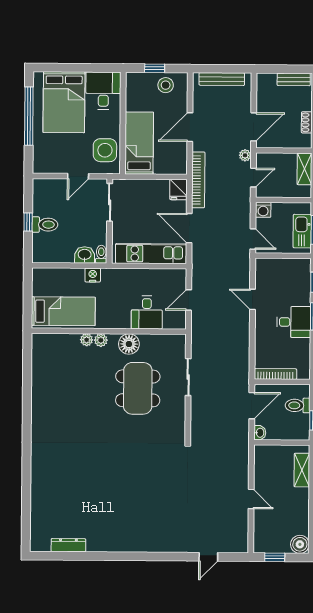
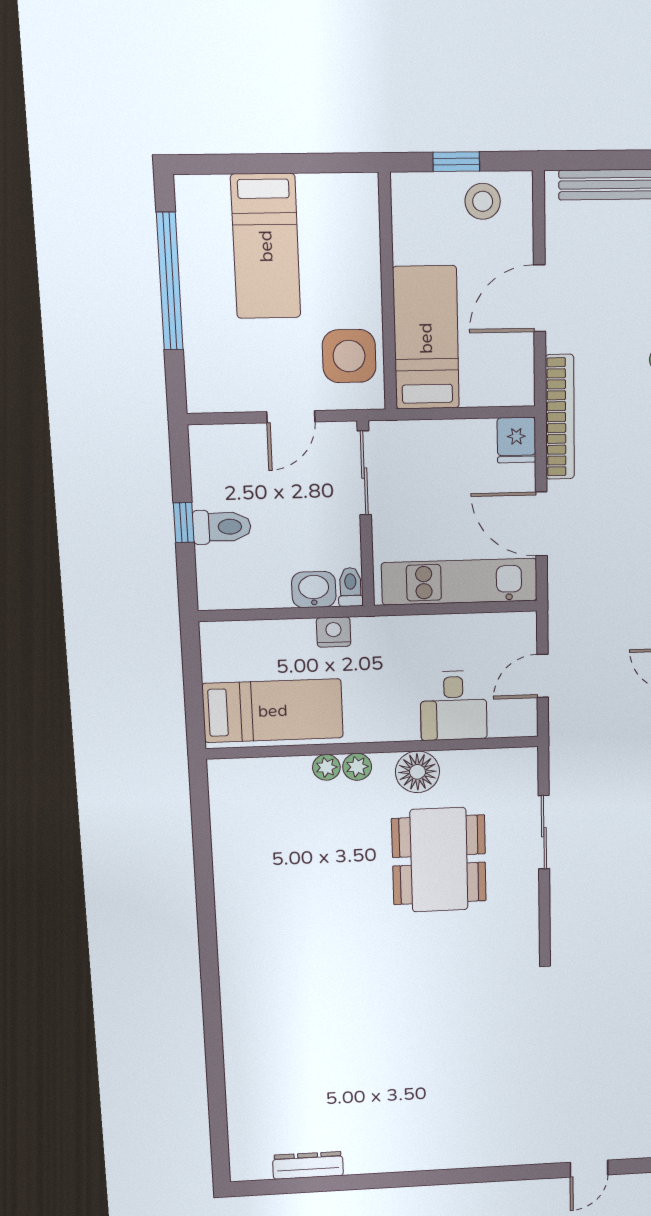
desk: (103, 91) -> (340, 217), removed
bed: (64, 102) -> (266, 246), width x0.67

